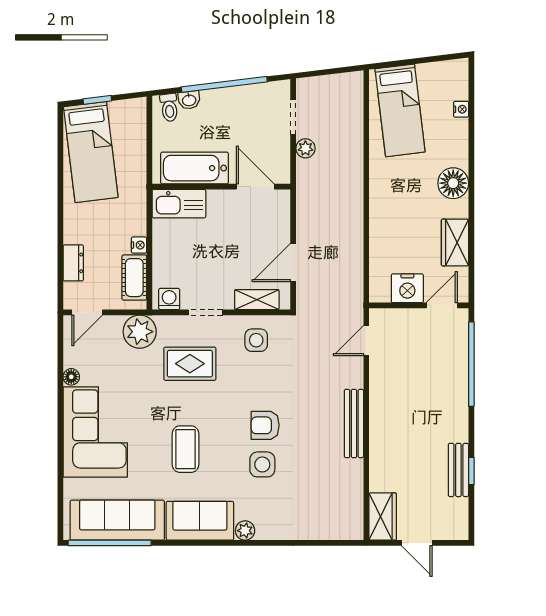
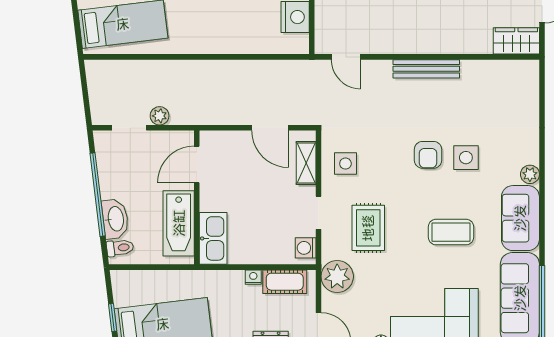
washbasin: (189, 100) -> (115, 219), width x1.91, depth x1.45

